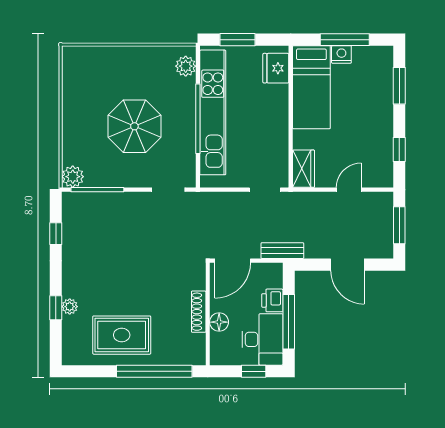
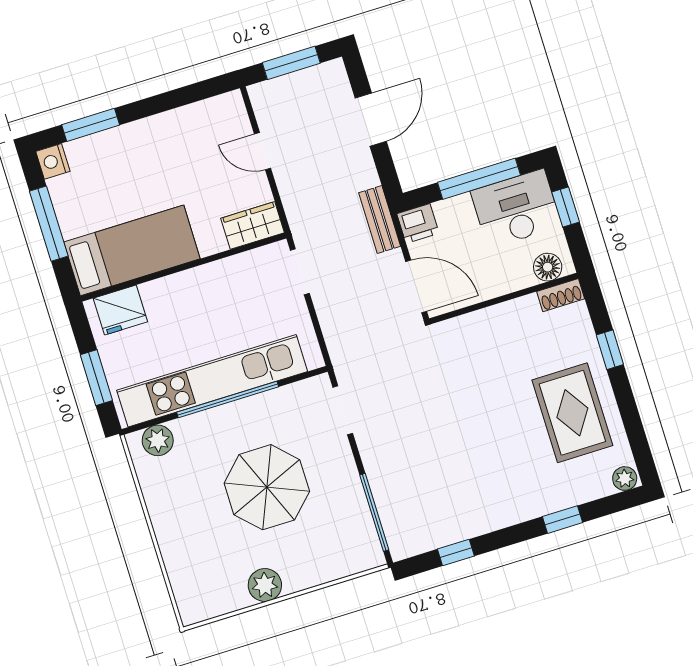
nightstand: (341, 54) -> (53, 161), moved
window: (399, 149) -> (182, 97), removed
plant: (73, 177) -> (265, 585), moved
printer: (272, 300) -> (418, 223), moved
plant: (70, 307) -> (625, 479), moved
shoe rack: (199, 312) -> (561, 295), moved, width x0.70
floor lamp: (219, 322) -> (548, 267), moved
window: (154, 371) -> (610, 350), width x0.32

